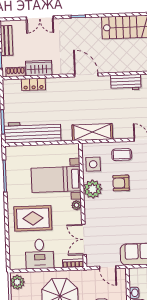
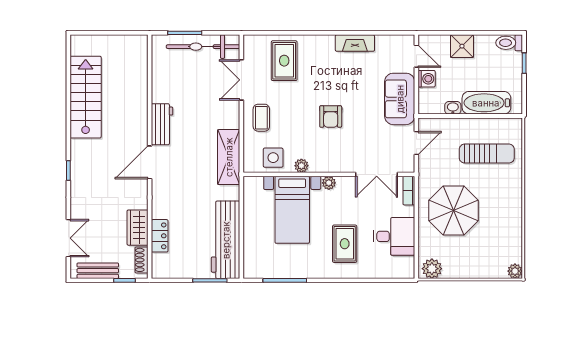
double door: (40, 18) -> (68, 238), moved
workbench: (126, 82) -> (162, 124), moved
armchair: (121, 183) -> (331, 117), moved
plant: (93, 189) -> (301, 166), width x0.53, depth x0.53
rug: (33, 218) -> (345, 244), width x0.73, depth x0.70

